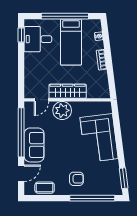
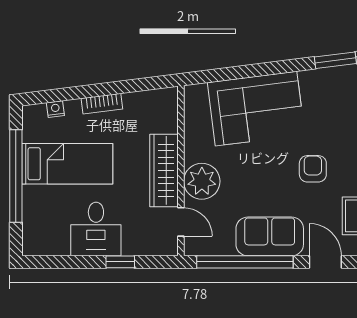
window: (21, 35) -> (120, 262), moved
desk: (38, 39) -> (96, 229), moved
armchair: (76, 179) -> (313, 169), moved

